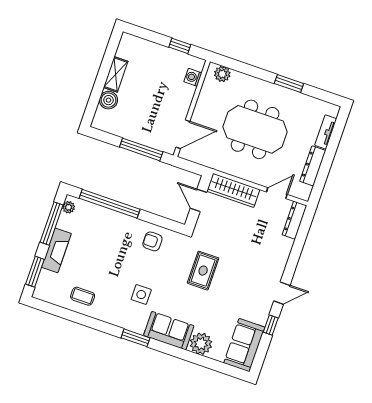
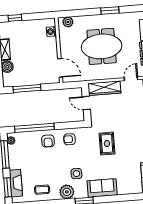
window: (180, 46) -> (15, 18), moved
door: (183, 134) -> (60, 68), hinge flipped
window: (141, 149) -> (27, 89), moved
armchair: (121, 231) -> (48, 141), added
fireplace: (56, 250) -> (16, 183), moved
plant: (201, 344) -> (67, 192), moved

